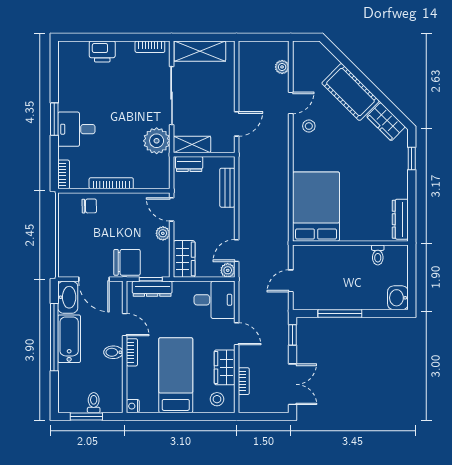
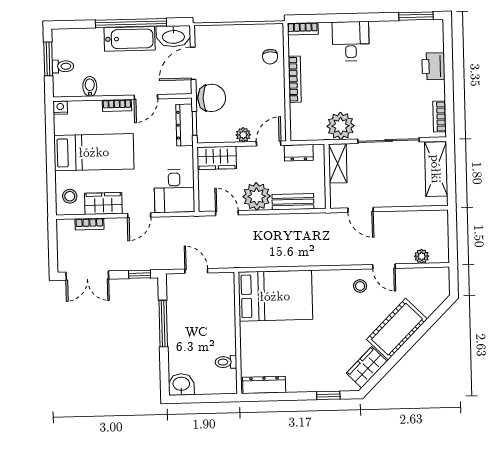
window: (54, 119) -> (416, 16), moved
dresser: (189, 164) -> (299, 153), moved, turned -90
chair: (127, 262) -> (212, 98), turned -90
plant: (228, 270) -> (257, 196), moved, width x1.88, depth x1.88
bidet: (113, 352) -> (90, 86), moved

